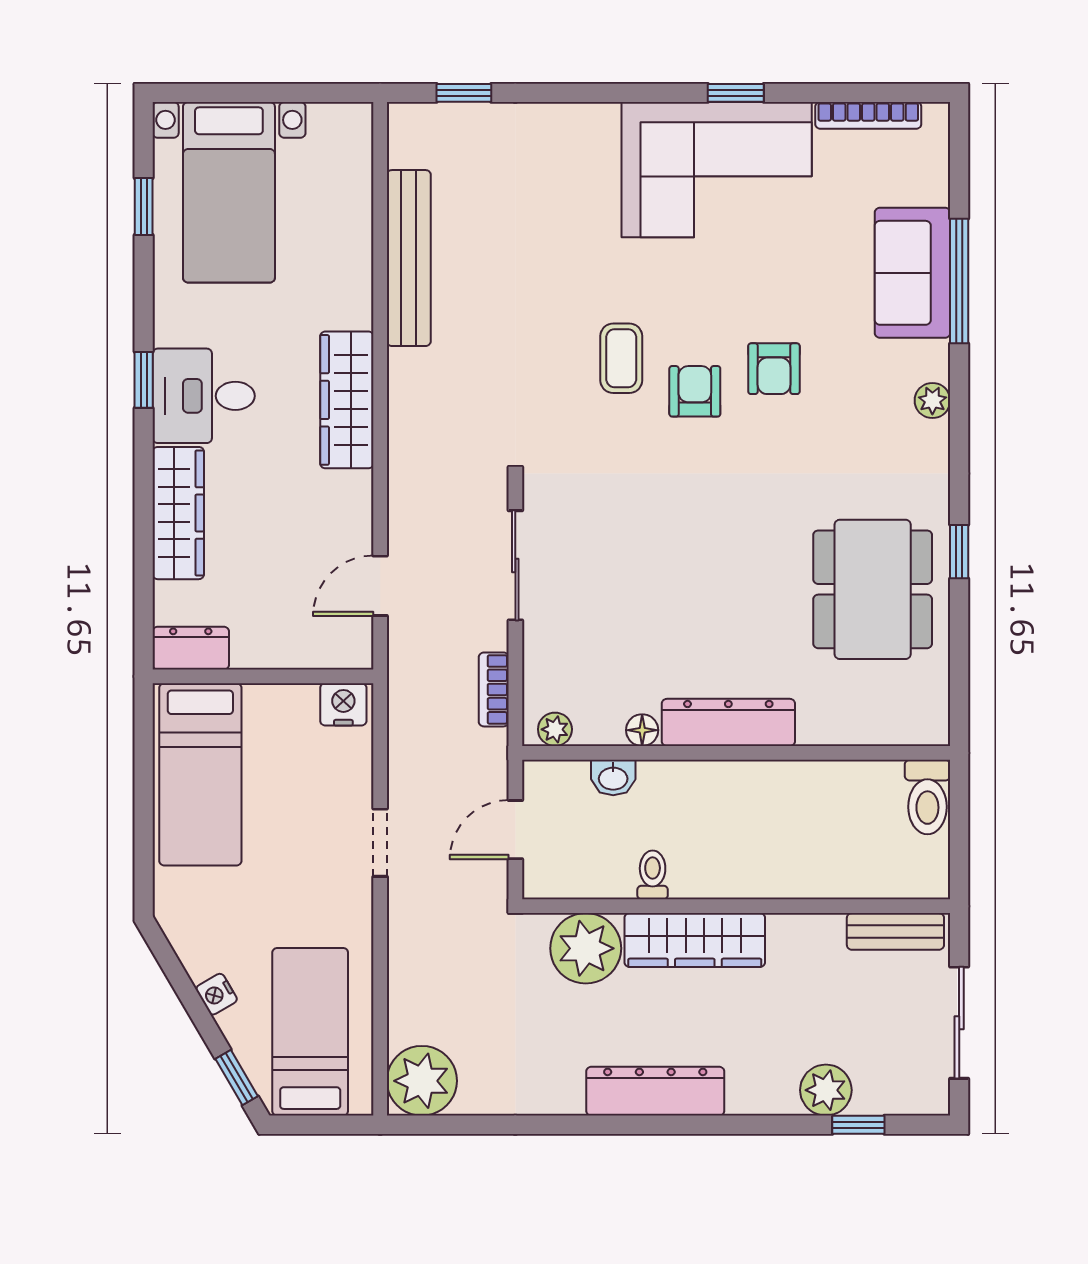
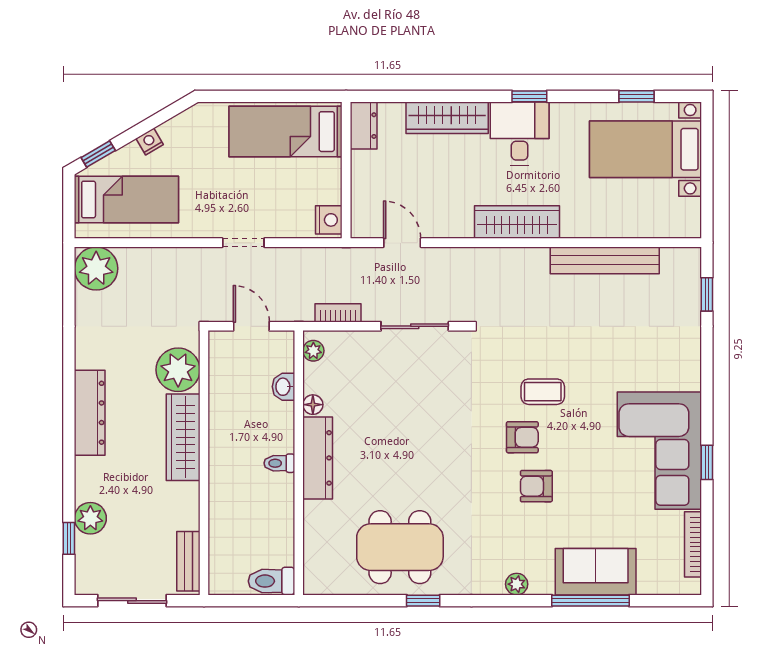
toilet: (653, 875) -> (279, 463), moved, turned 180

